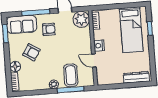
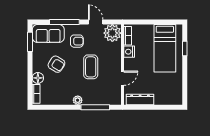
nightstand: (99, 46) -> (129, 52), moved
door: (94, 61) -> (122, 78), swing flipped
coffee table: (71, 75) -> (91, 67), moved
dresser: (136, 77) -> (140, 100), moved

